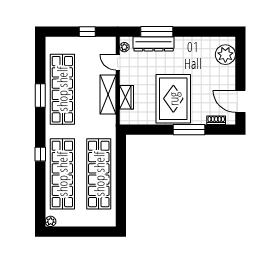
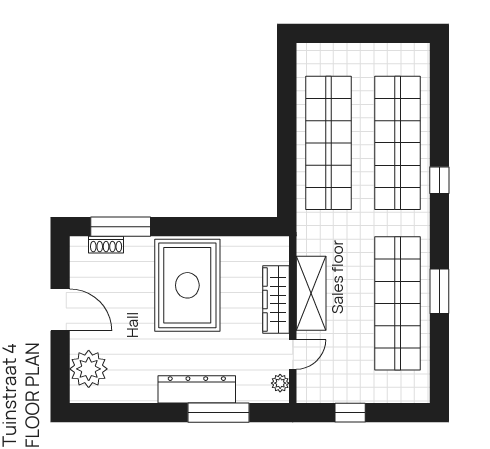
dresser: (154, 44) -> (197, 389), moved
door: (118, 62) -> (293, 354), hinge flipped
wardrobe: (126, 97) -> (276, 300), width x1.50
door: (240, 101) -> (60, 310), moved
window: (189, 130) -> (121, 227), moved
plant: (51, 221) -> (420, 53), removed

